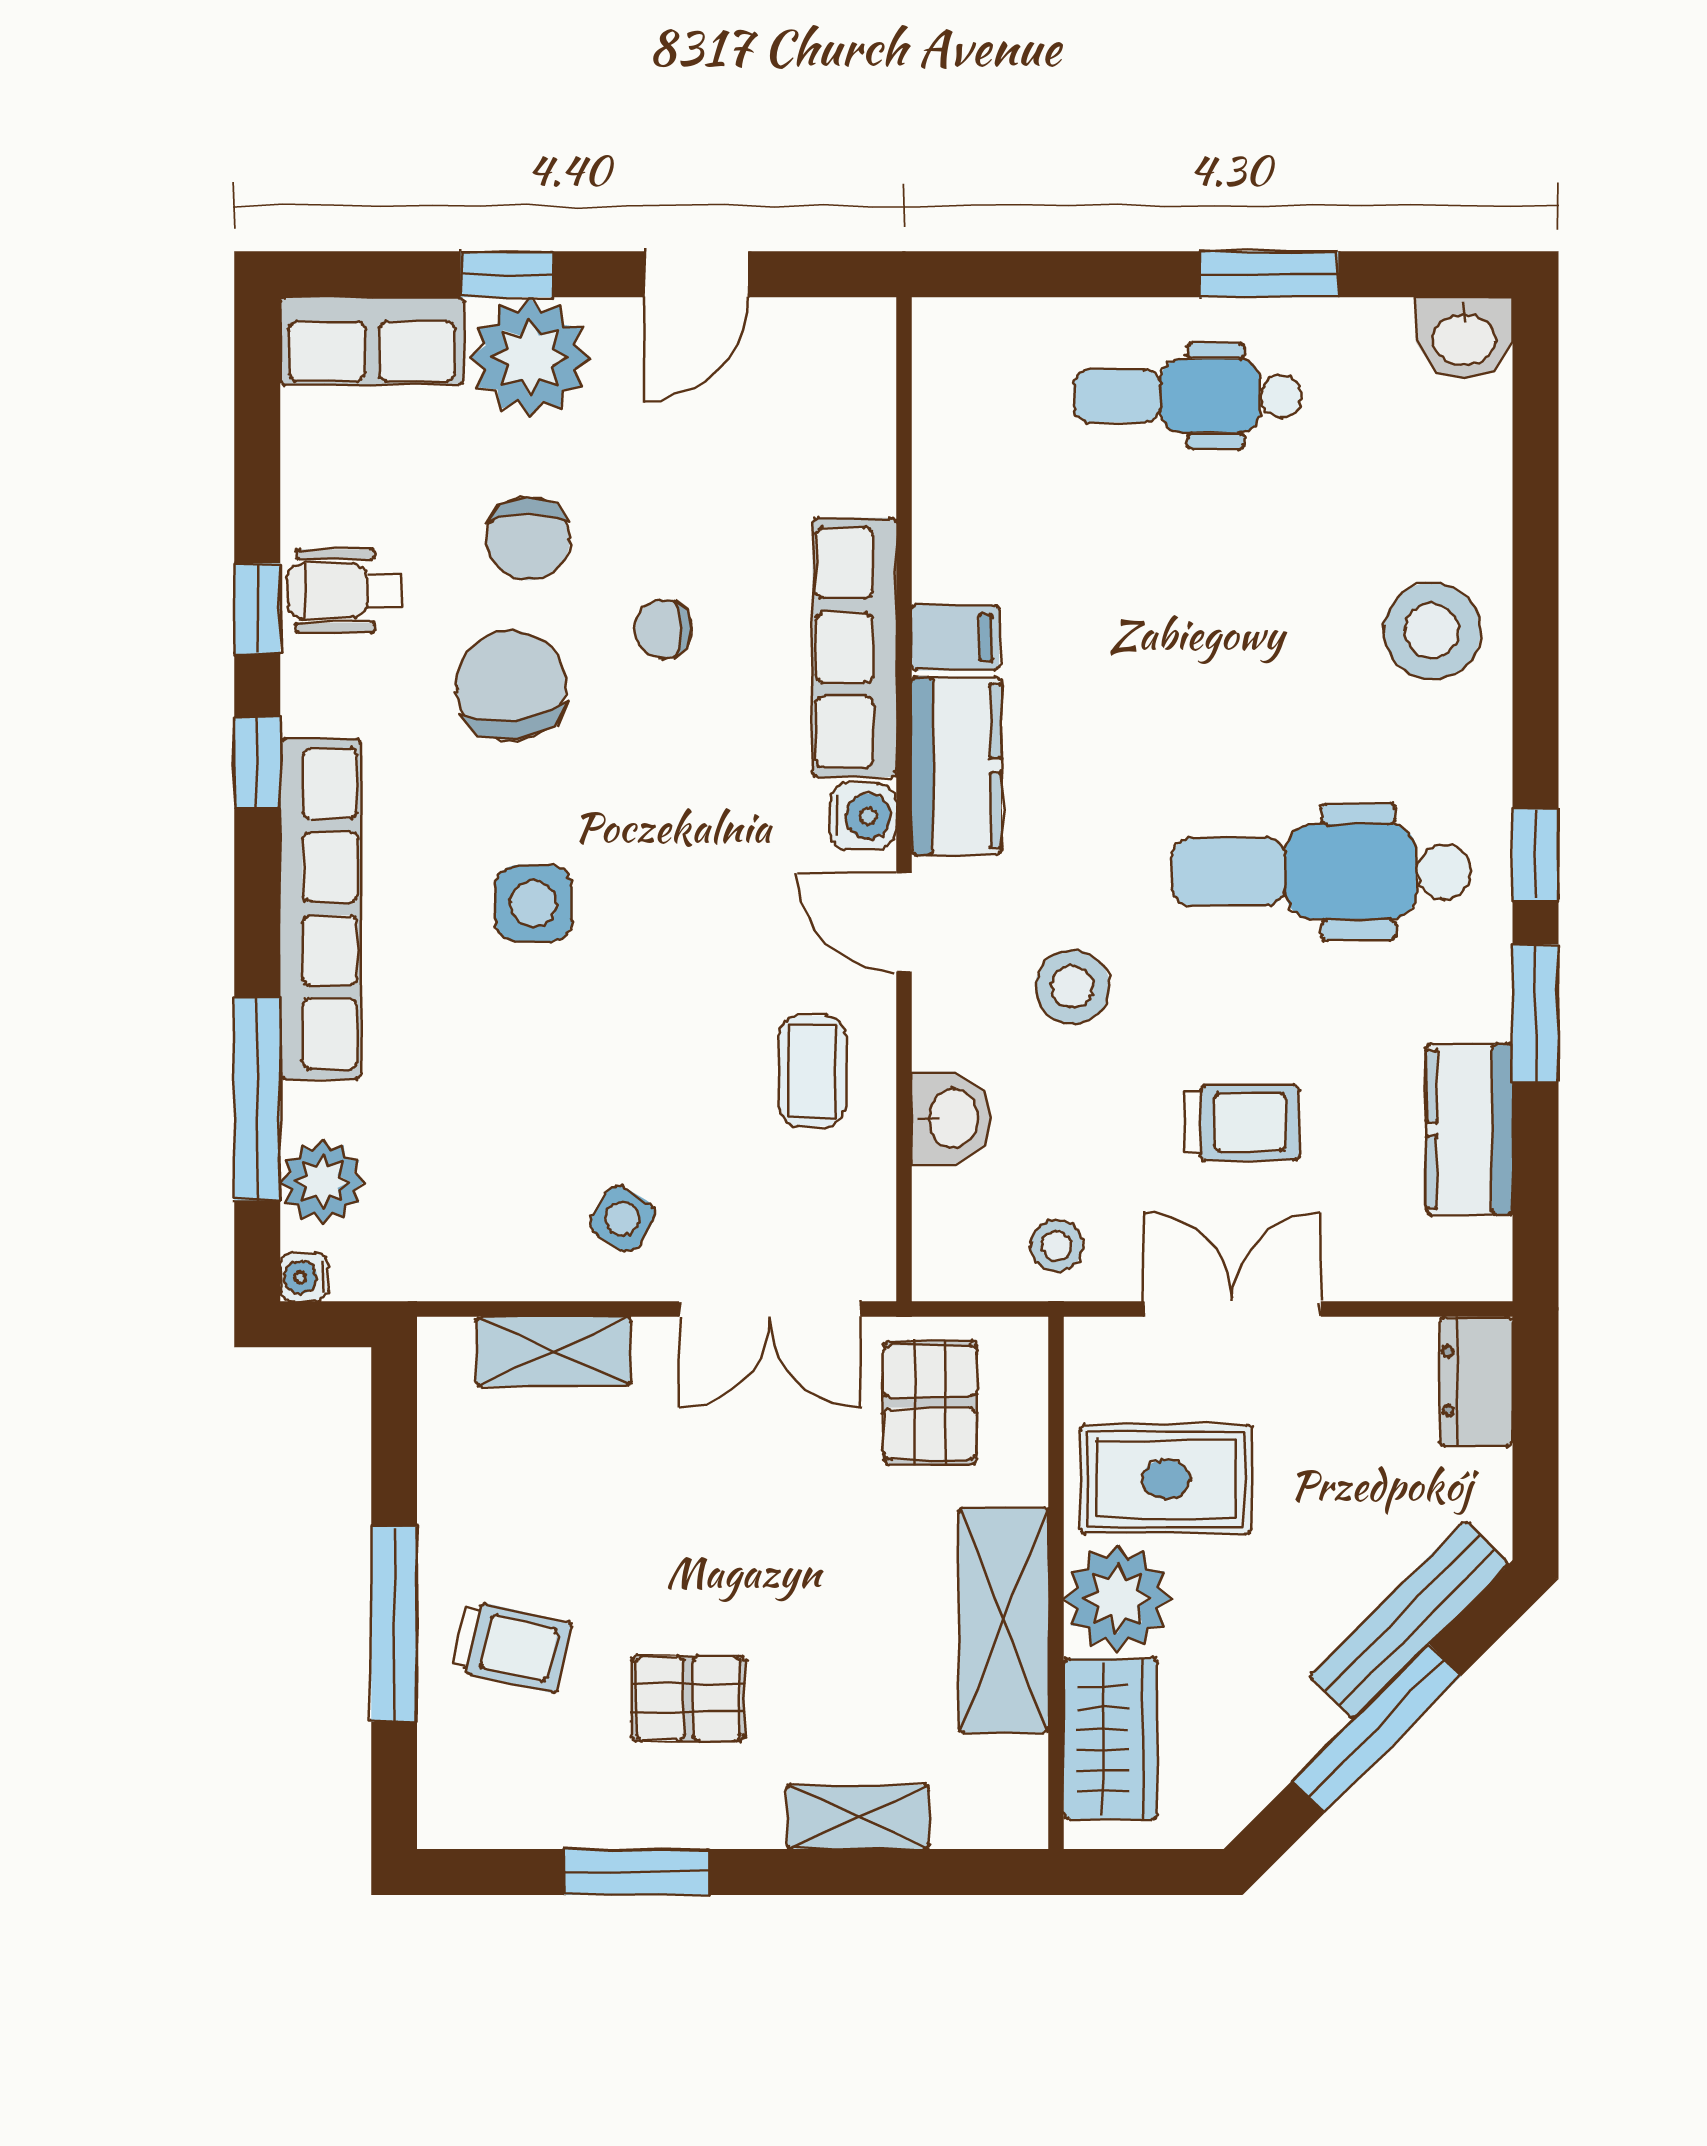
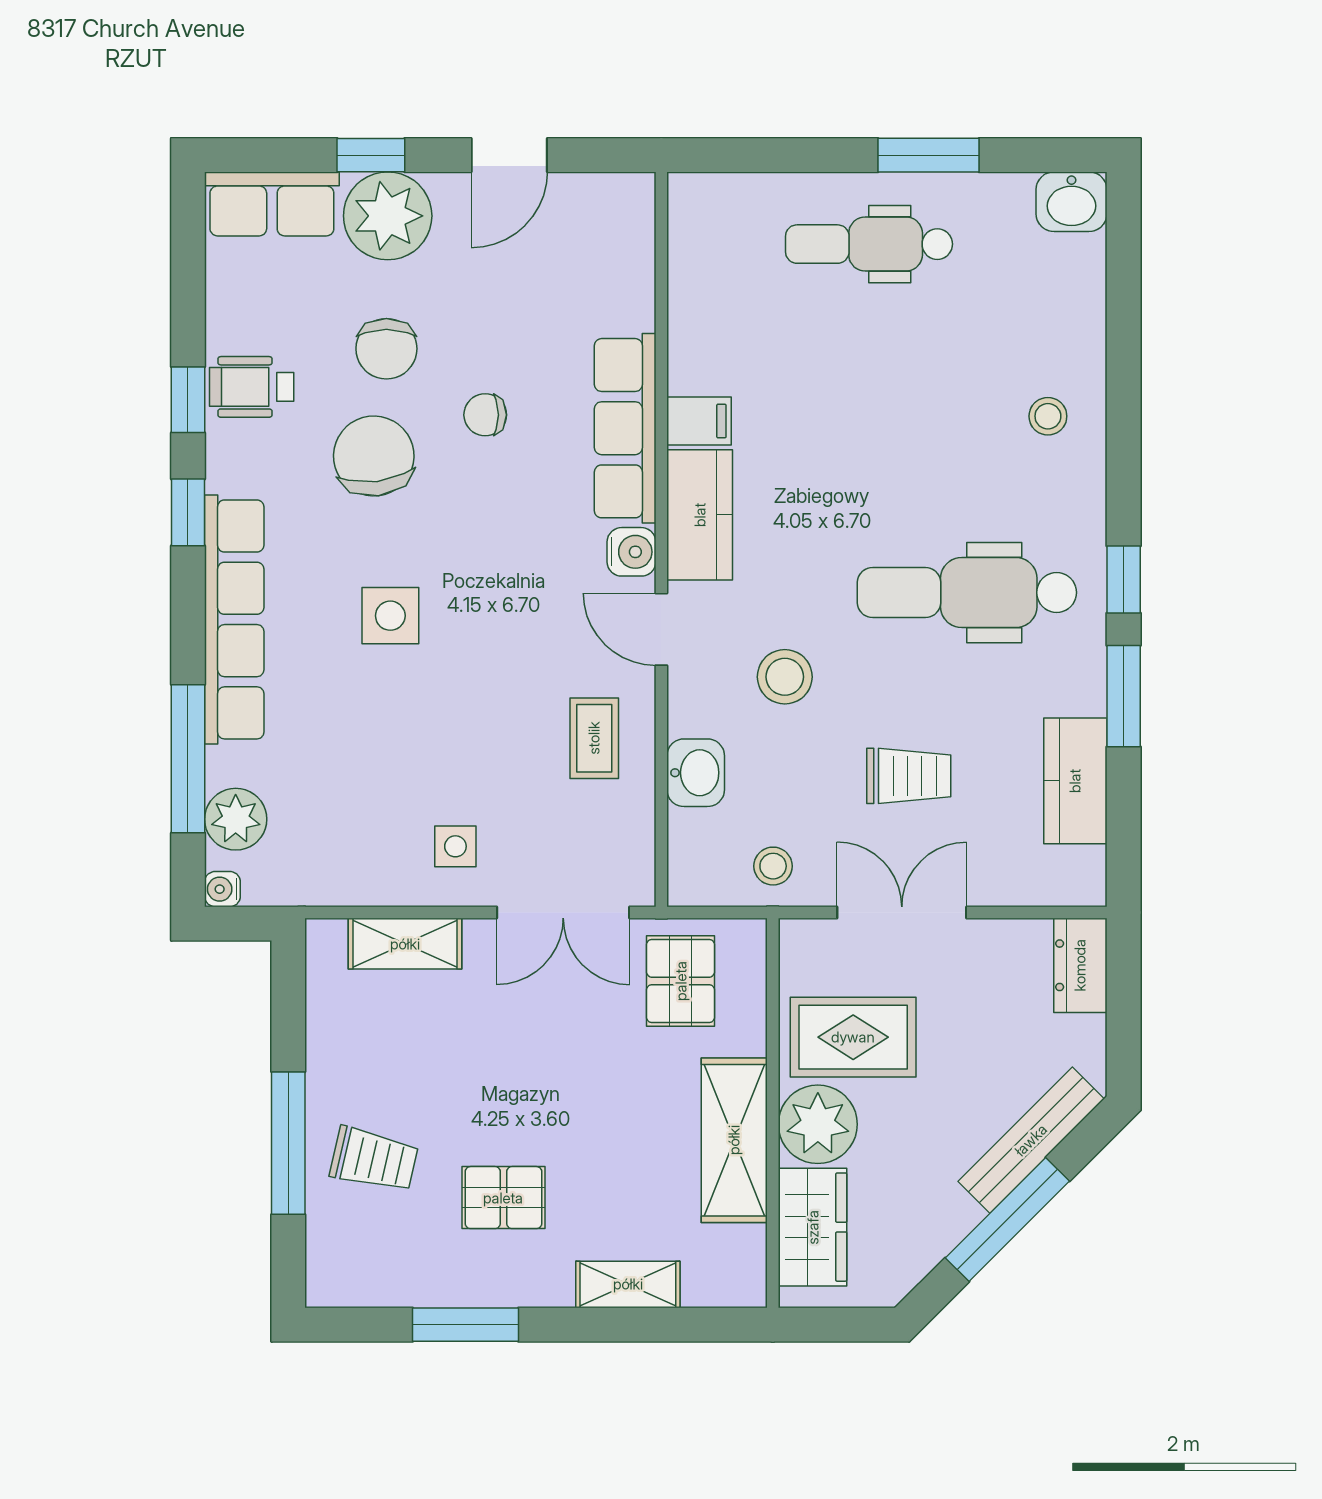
stool: (1432, 631) -> (1048, 416), width x0.53, depth x0.53
side table: (623, 1219) -> (455, 846), turned -30

